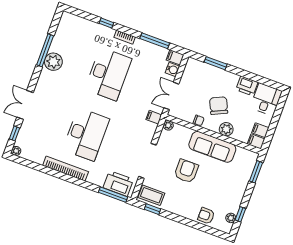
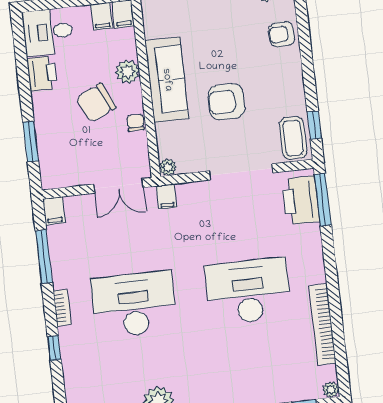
water cooler: (172, 70) -> (75, 205), removed
bookcase: (66, 169) -> (322, 324), moved
armchair: (206, 216) -> (282, 34), turned 87

